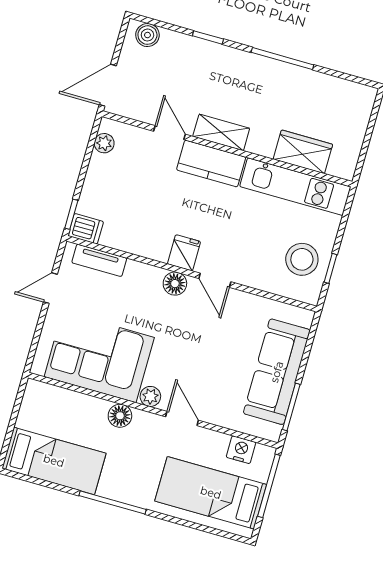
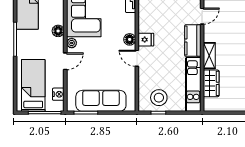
shelving: (221, 132) -> (209, 56), moved
door: (215, 280) -> (137, 58), hinge flipped

